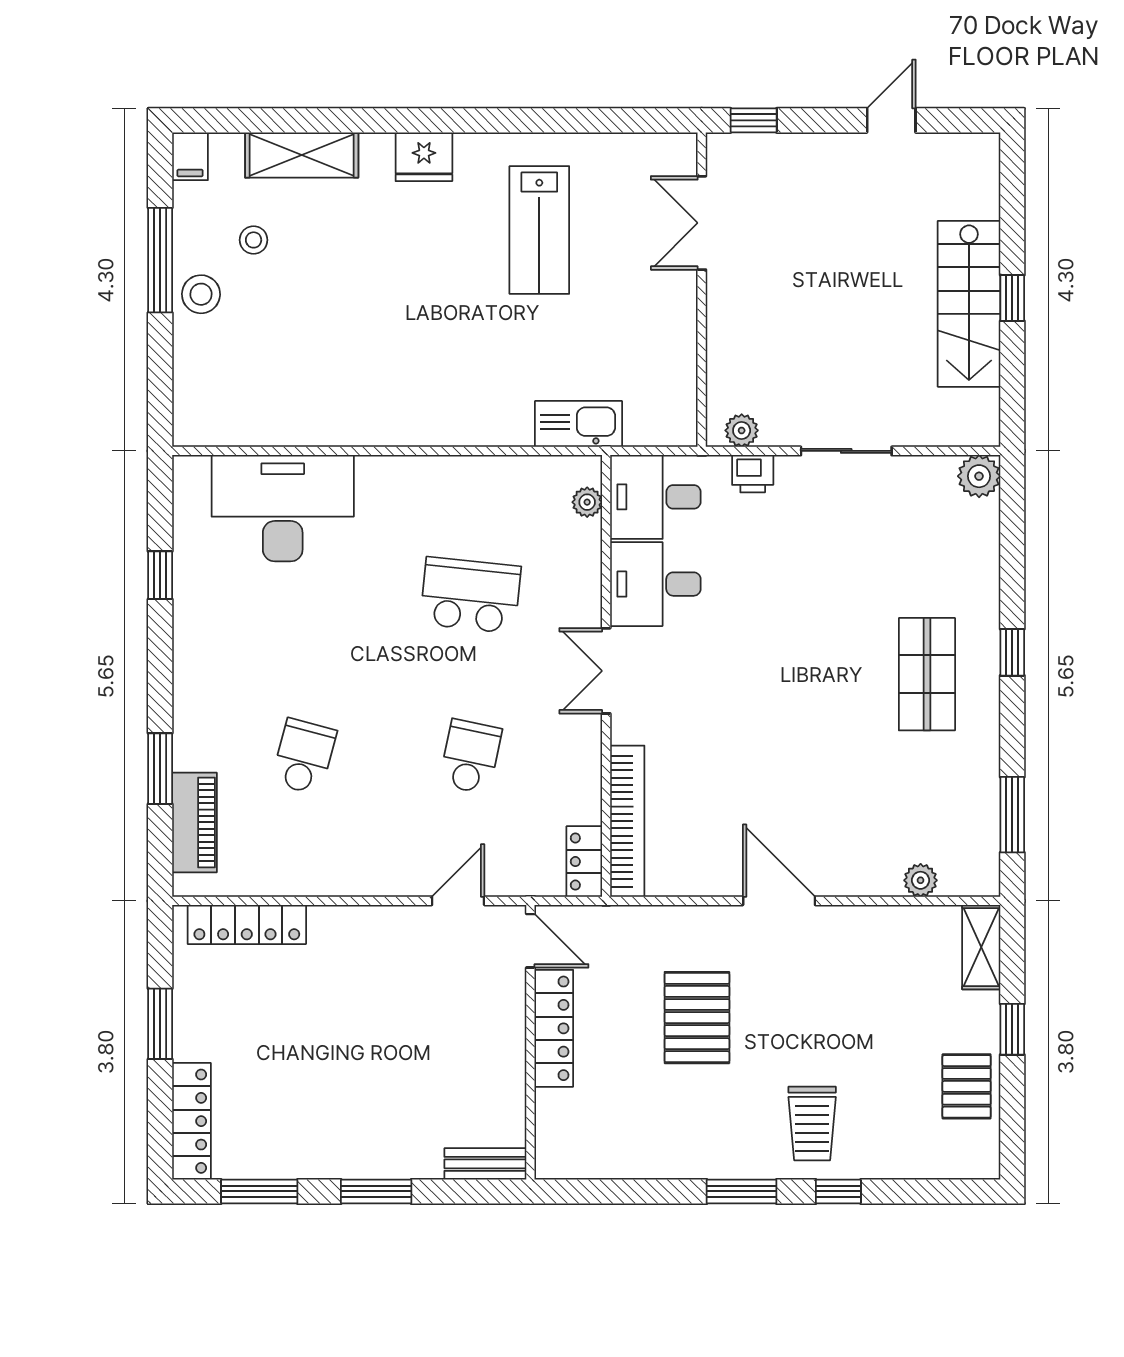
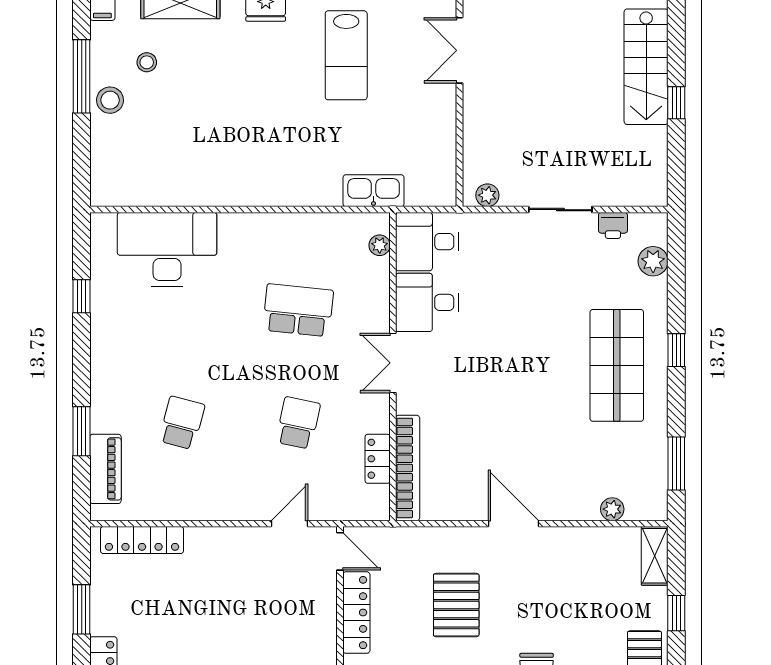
stairs: (969, 304) -> (646, 67), moved
printer: (753, 474) -> (613, 225), moved
plant: (979, 476) -> (653, 261), moved
shop shelf: (927, 674) -> (617, 365), width x1.43, depth x1.36
locker: (584, 862) -> (378, 459), moved

